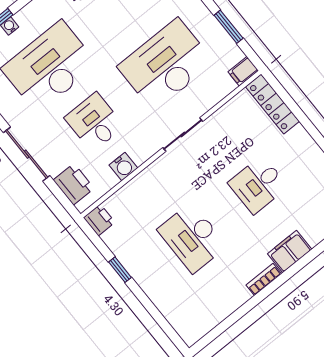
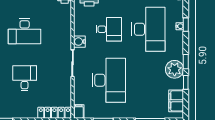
water cooler: (123, 166) -> (79, 42), moved
desk: (192, 238) -> (25, 31), turned 180

